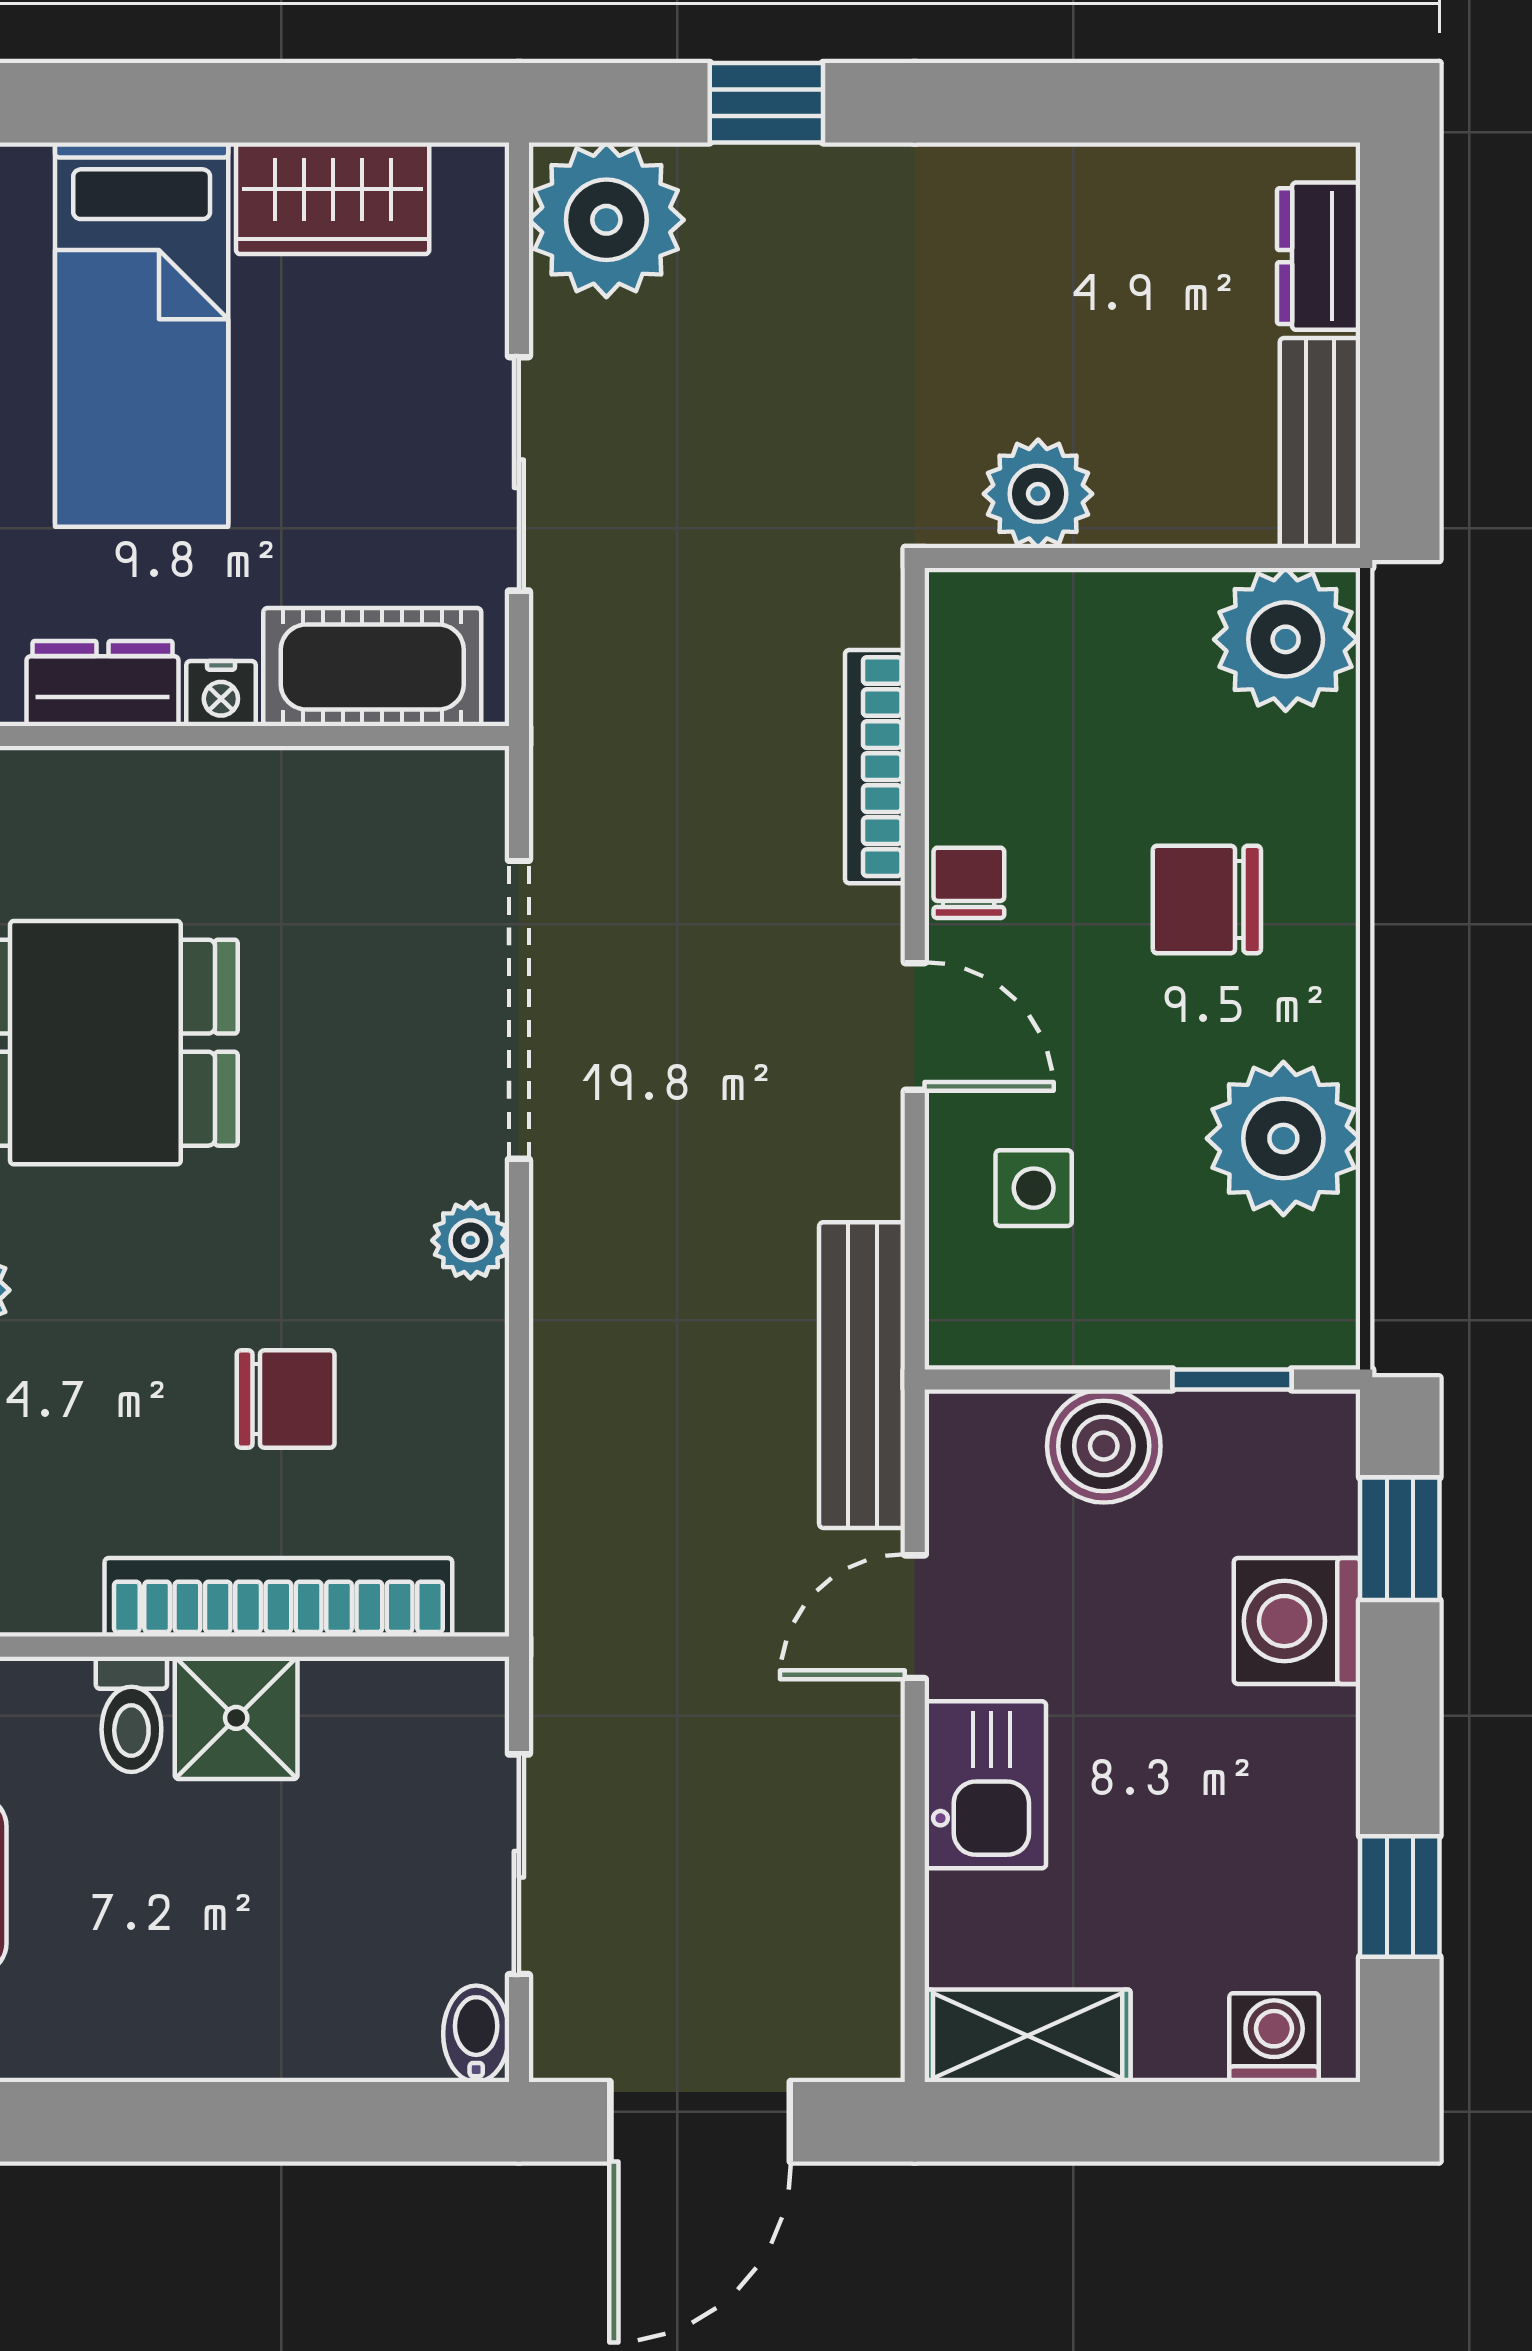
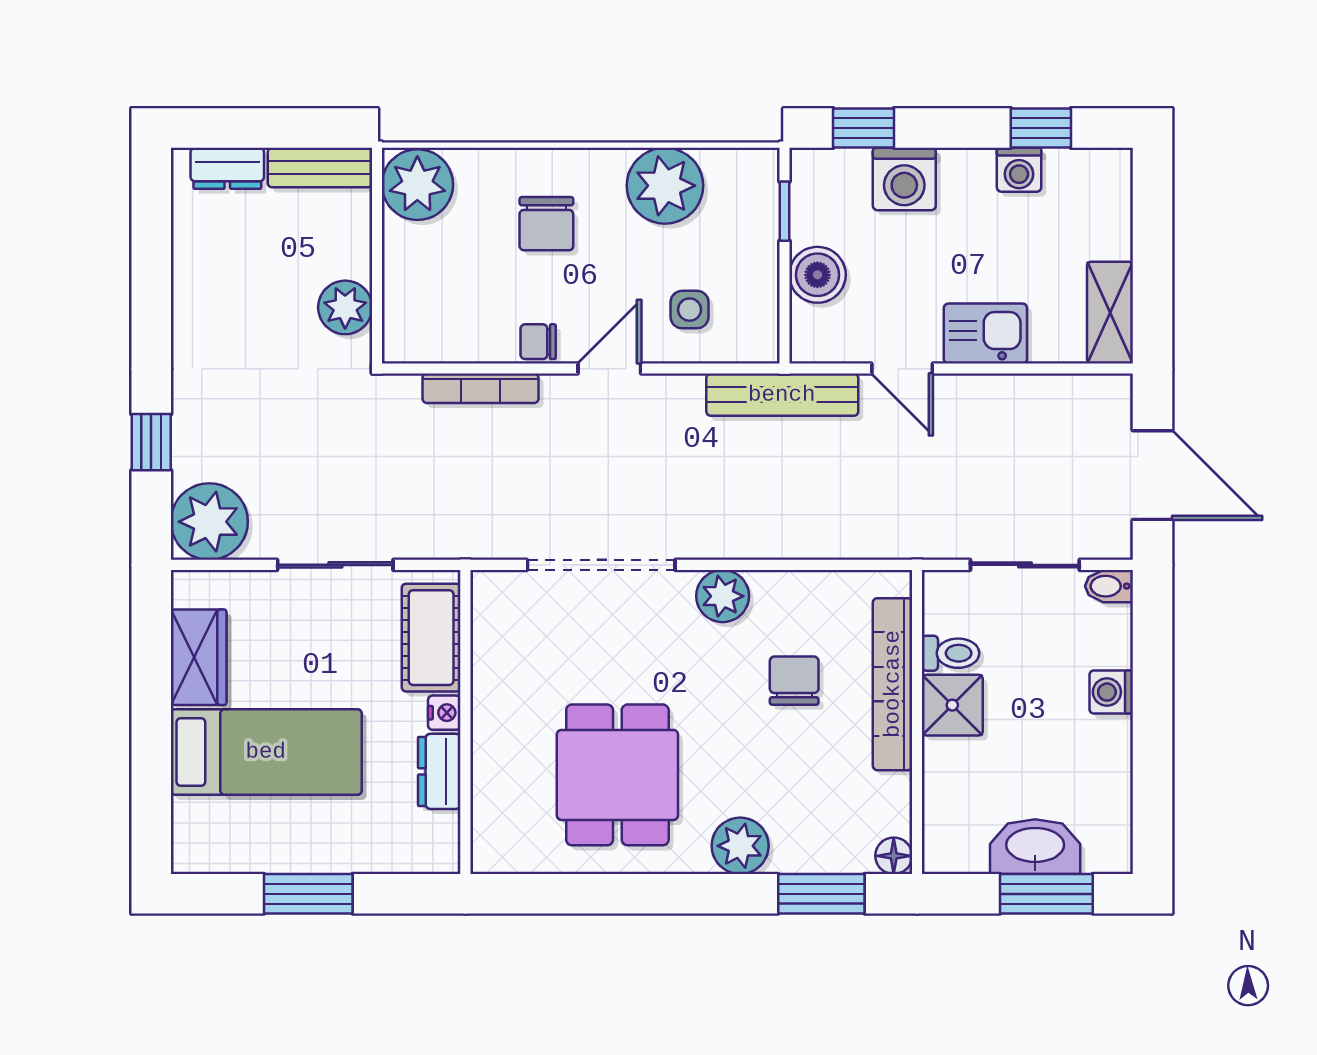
plant: (471, 1240) -> (723, 596), width x1.38, depth x1.38
toilet: (131, 1714) -> (951, 653), moved
washing machine: (263, 2038) -> (1111, 692), added
washing machine: (1274, 2038) -> (1019, 170), moved, turned -90

